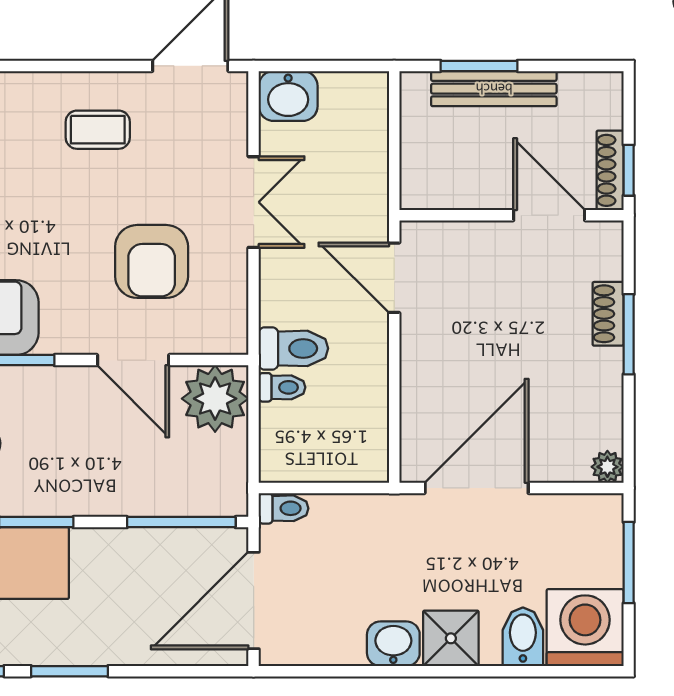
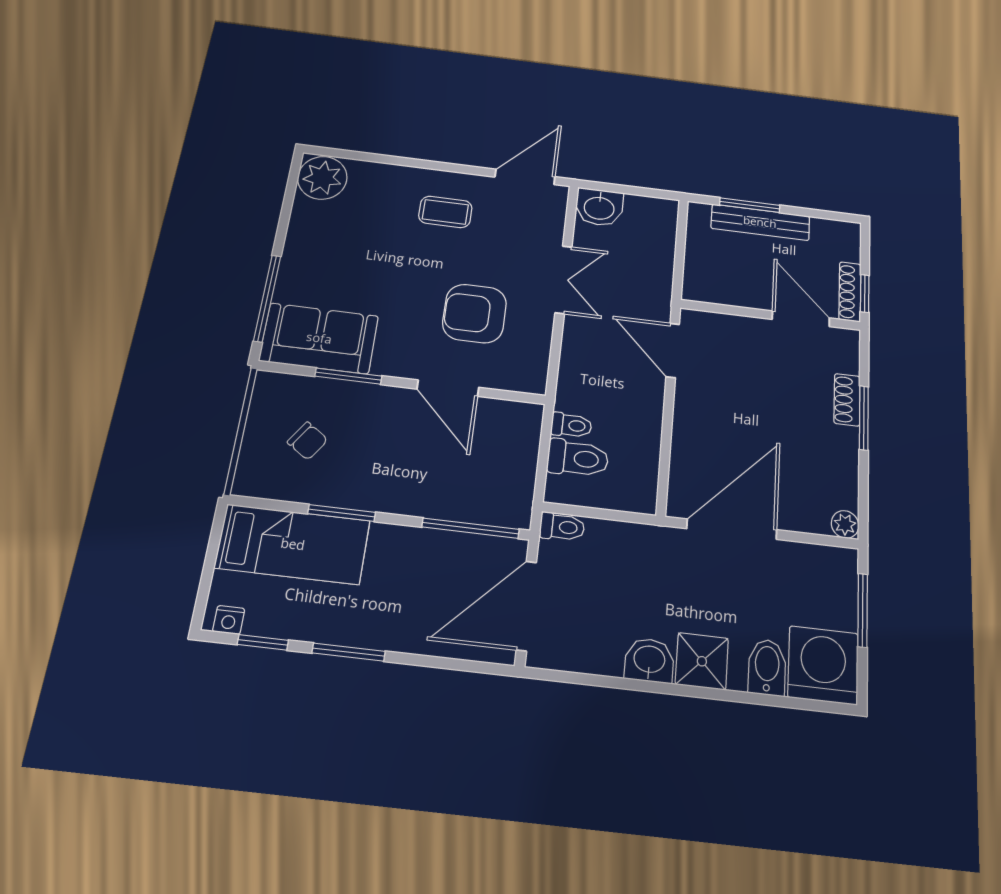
armchair: (152, 261) -> (474, 313), turned 90
toilet: (293, 348) -> (578, 458), moved
plant: (215, 399) -> (513, 428), removed

